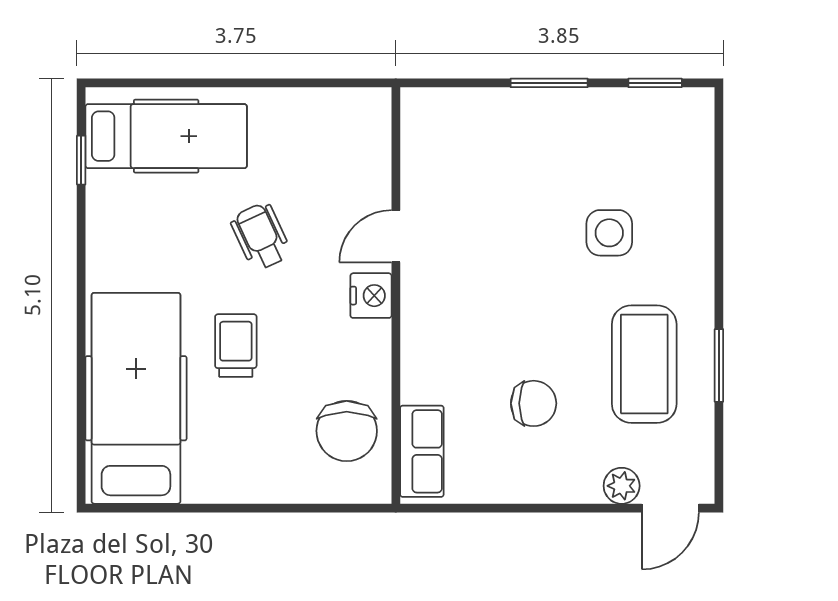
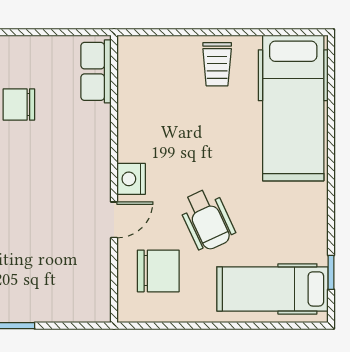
wheelchair: (261, 236) -> (207, 220), width x1.36, depth x1.37
trolley: (236, 346) -> (217, 64), moved
chair: (347, 431) -> (158, 271), moved, turned 90

